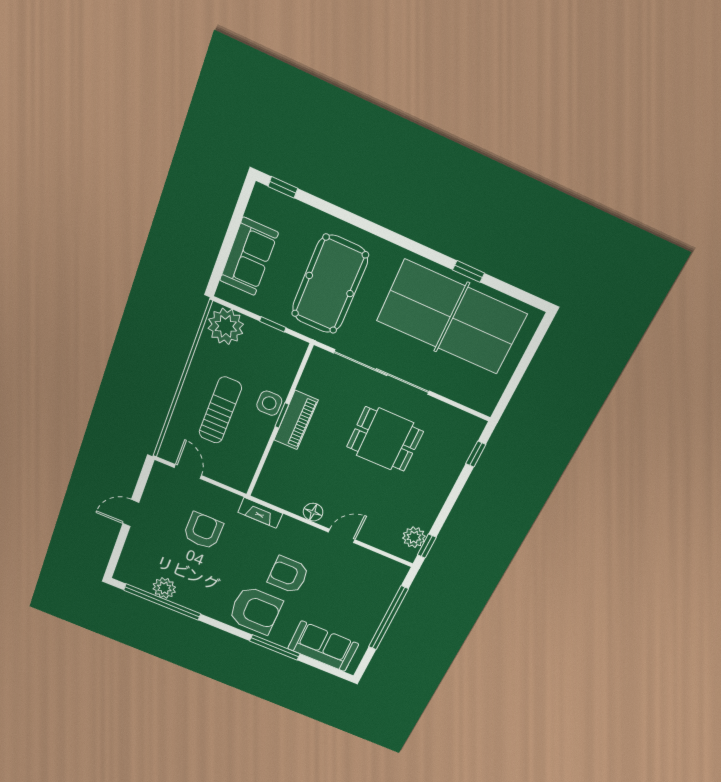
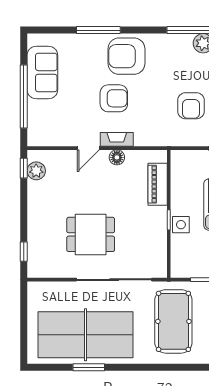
window: (469, 271) -> (89, 367), width x1.50
piano: (296, 420) -> (158, 184), moved
fireplace: (260, 513) -> (117, 139), moved
sofa: (323, 646) -> (42, 72), moved, turned -90

